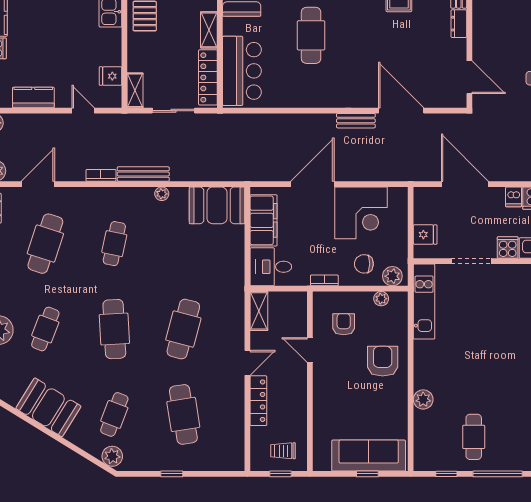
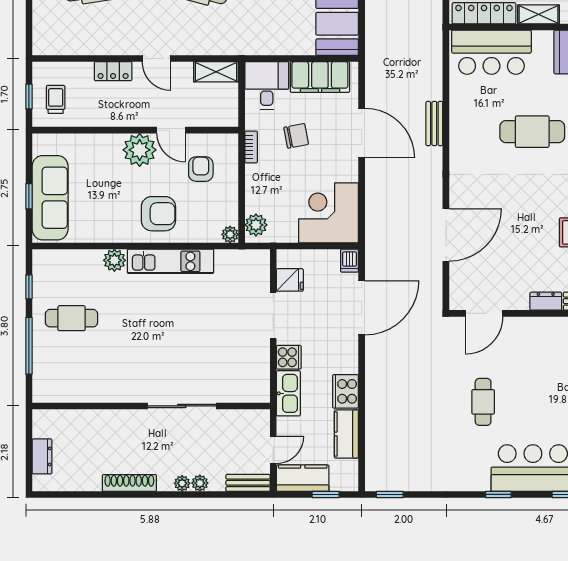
bench: (356, 121) -> (434, 123), moved
dishwasher: (514, 197) -> (350, 261), moved, turned -90
corner desk: (361, 213) -> (329, 213), moved, turned 90
fridge: (425, 235) -> (290, 280), moved, turned -90
chair: (364, 264) -> (296, 136), moved, turned 78
plant: (381, 299) -> (230, 234), moved
kitchen unit: (424, 302) -> (171, 261), moved
armchair: (344, 324) -> (201, 169), turned -90
door: (310, 350) -> (171, 130), swing flipped
plant: (327, 378) -> (140, 150), added
locker: (258, 401) -> (113, 71), width x0.66

